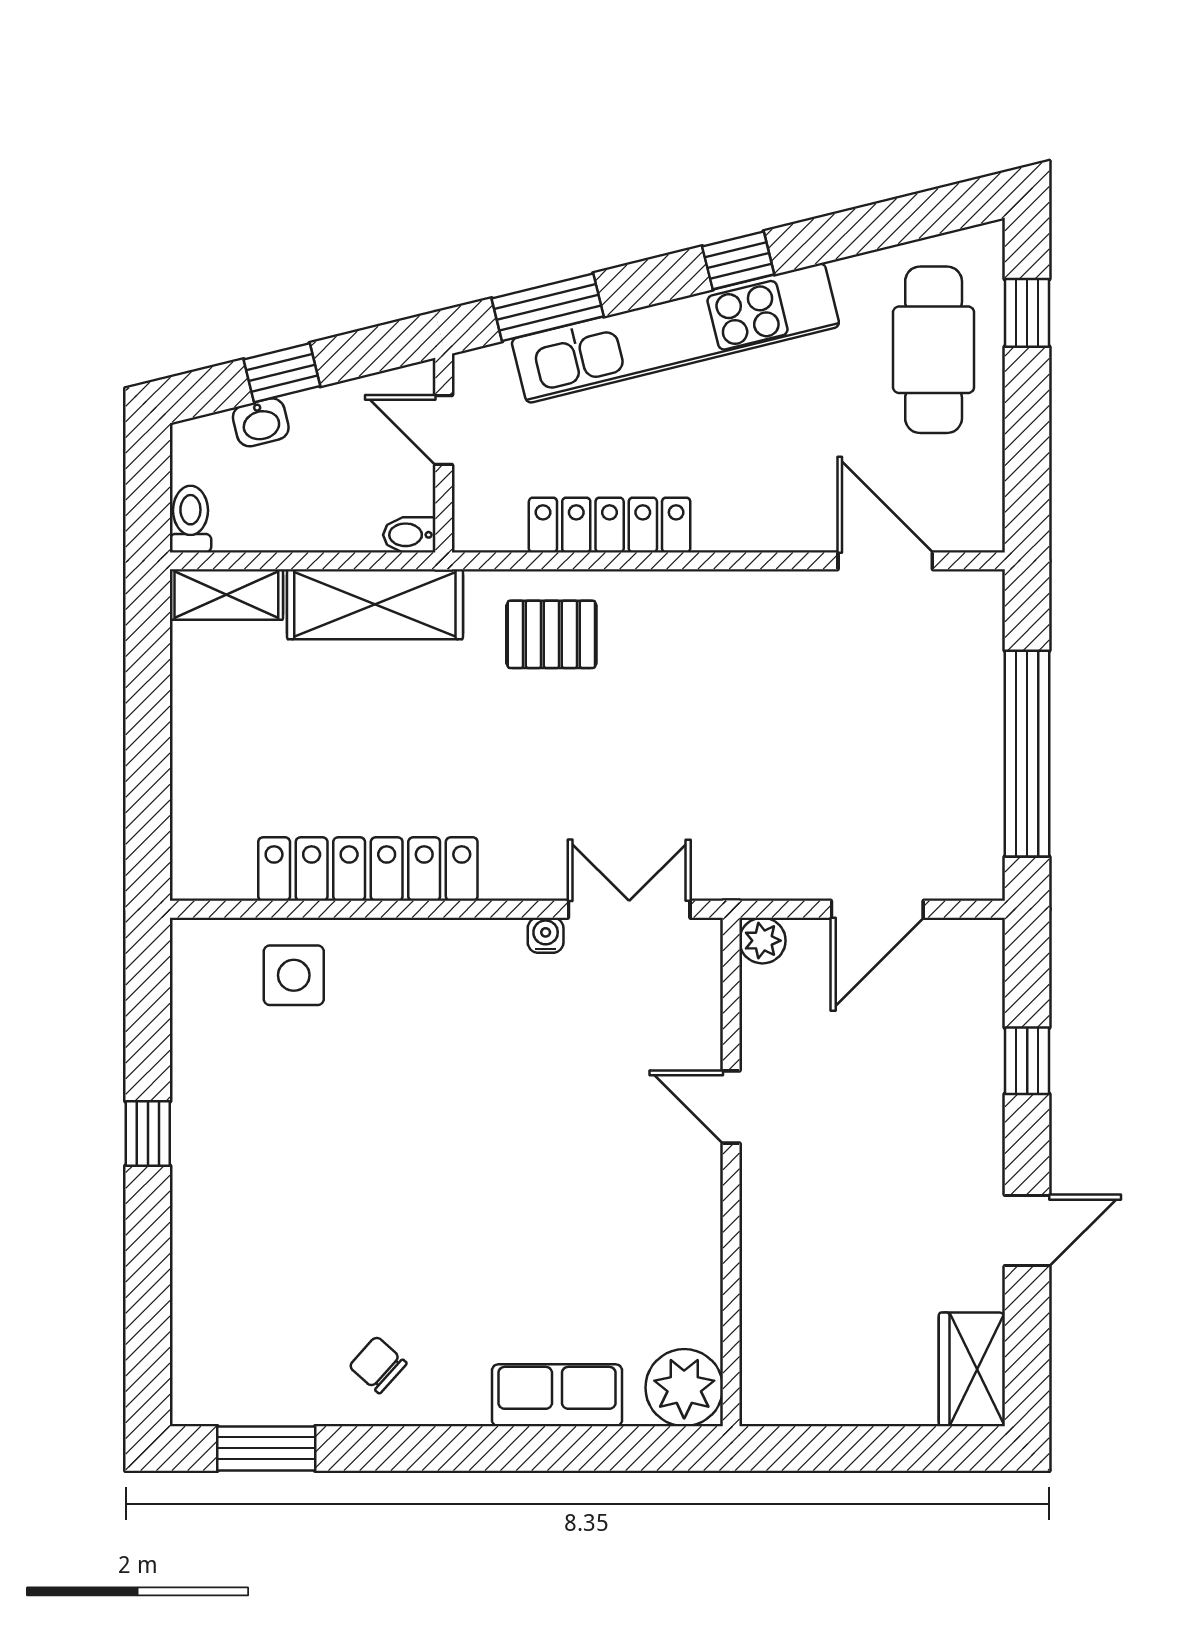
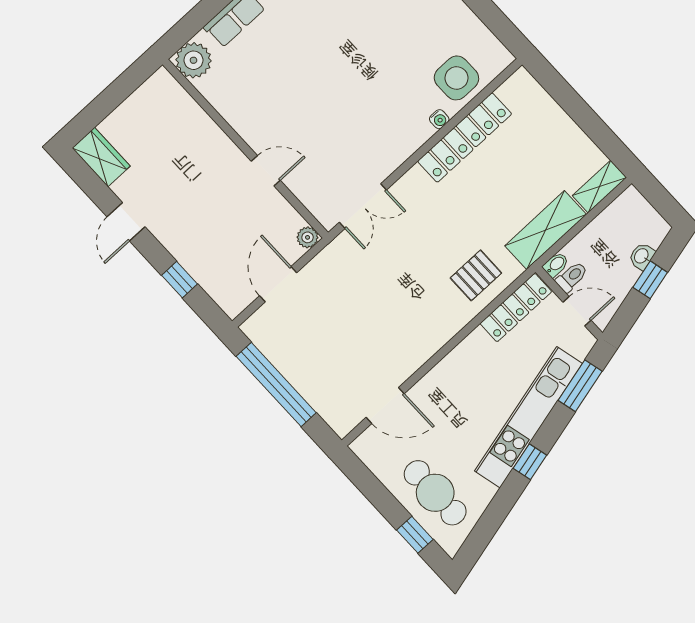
toilet: (190, 519) -> (572, 277), moved, turned -90
locker: (610, 525) -> (516, 308), moved
water cooler: (546, 935) -> (439, 119), moved
side table: (294, 975) -> (456, 78), width x1.37, depth x1.37

